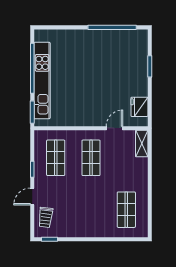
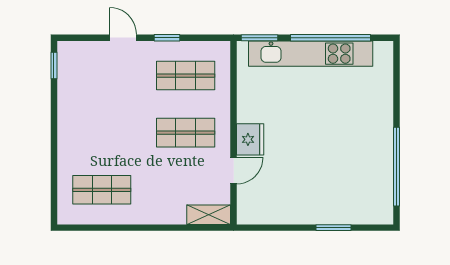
fridge: (139, 107) -> (250, 139), moved, turned 90
door: (114, 128) -> (234, 171), hinge flipped
trolley: (46, 217) -> (89, 59), removed

